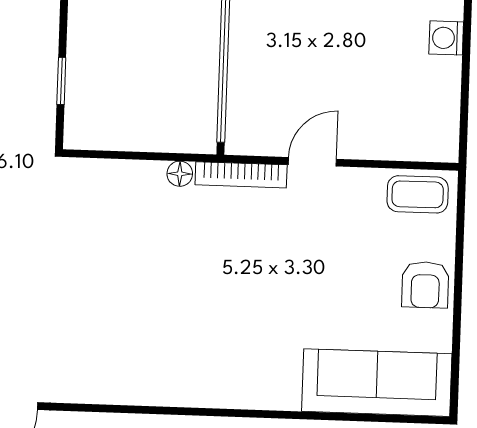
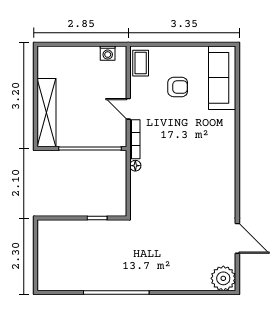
washing machine: (446, 38) -> (108, 53), moved
armchair: (425, 285) -> (178, 87), moved

